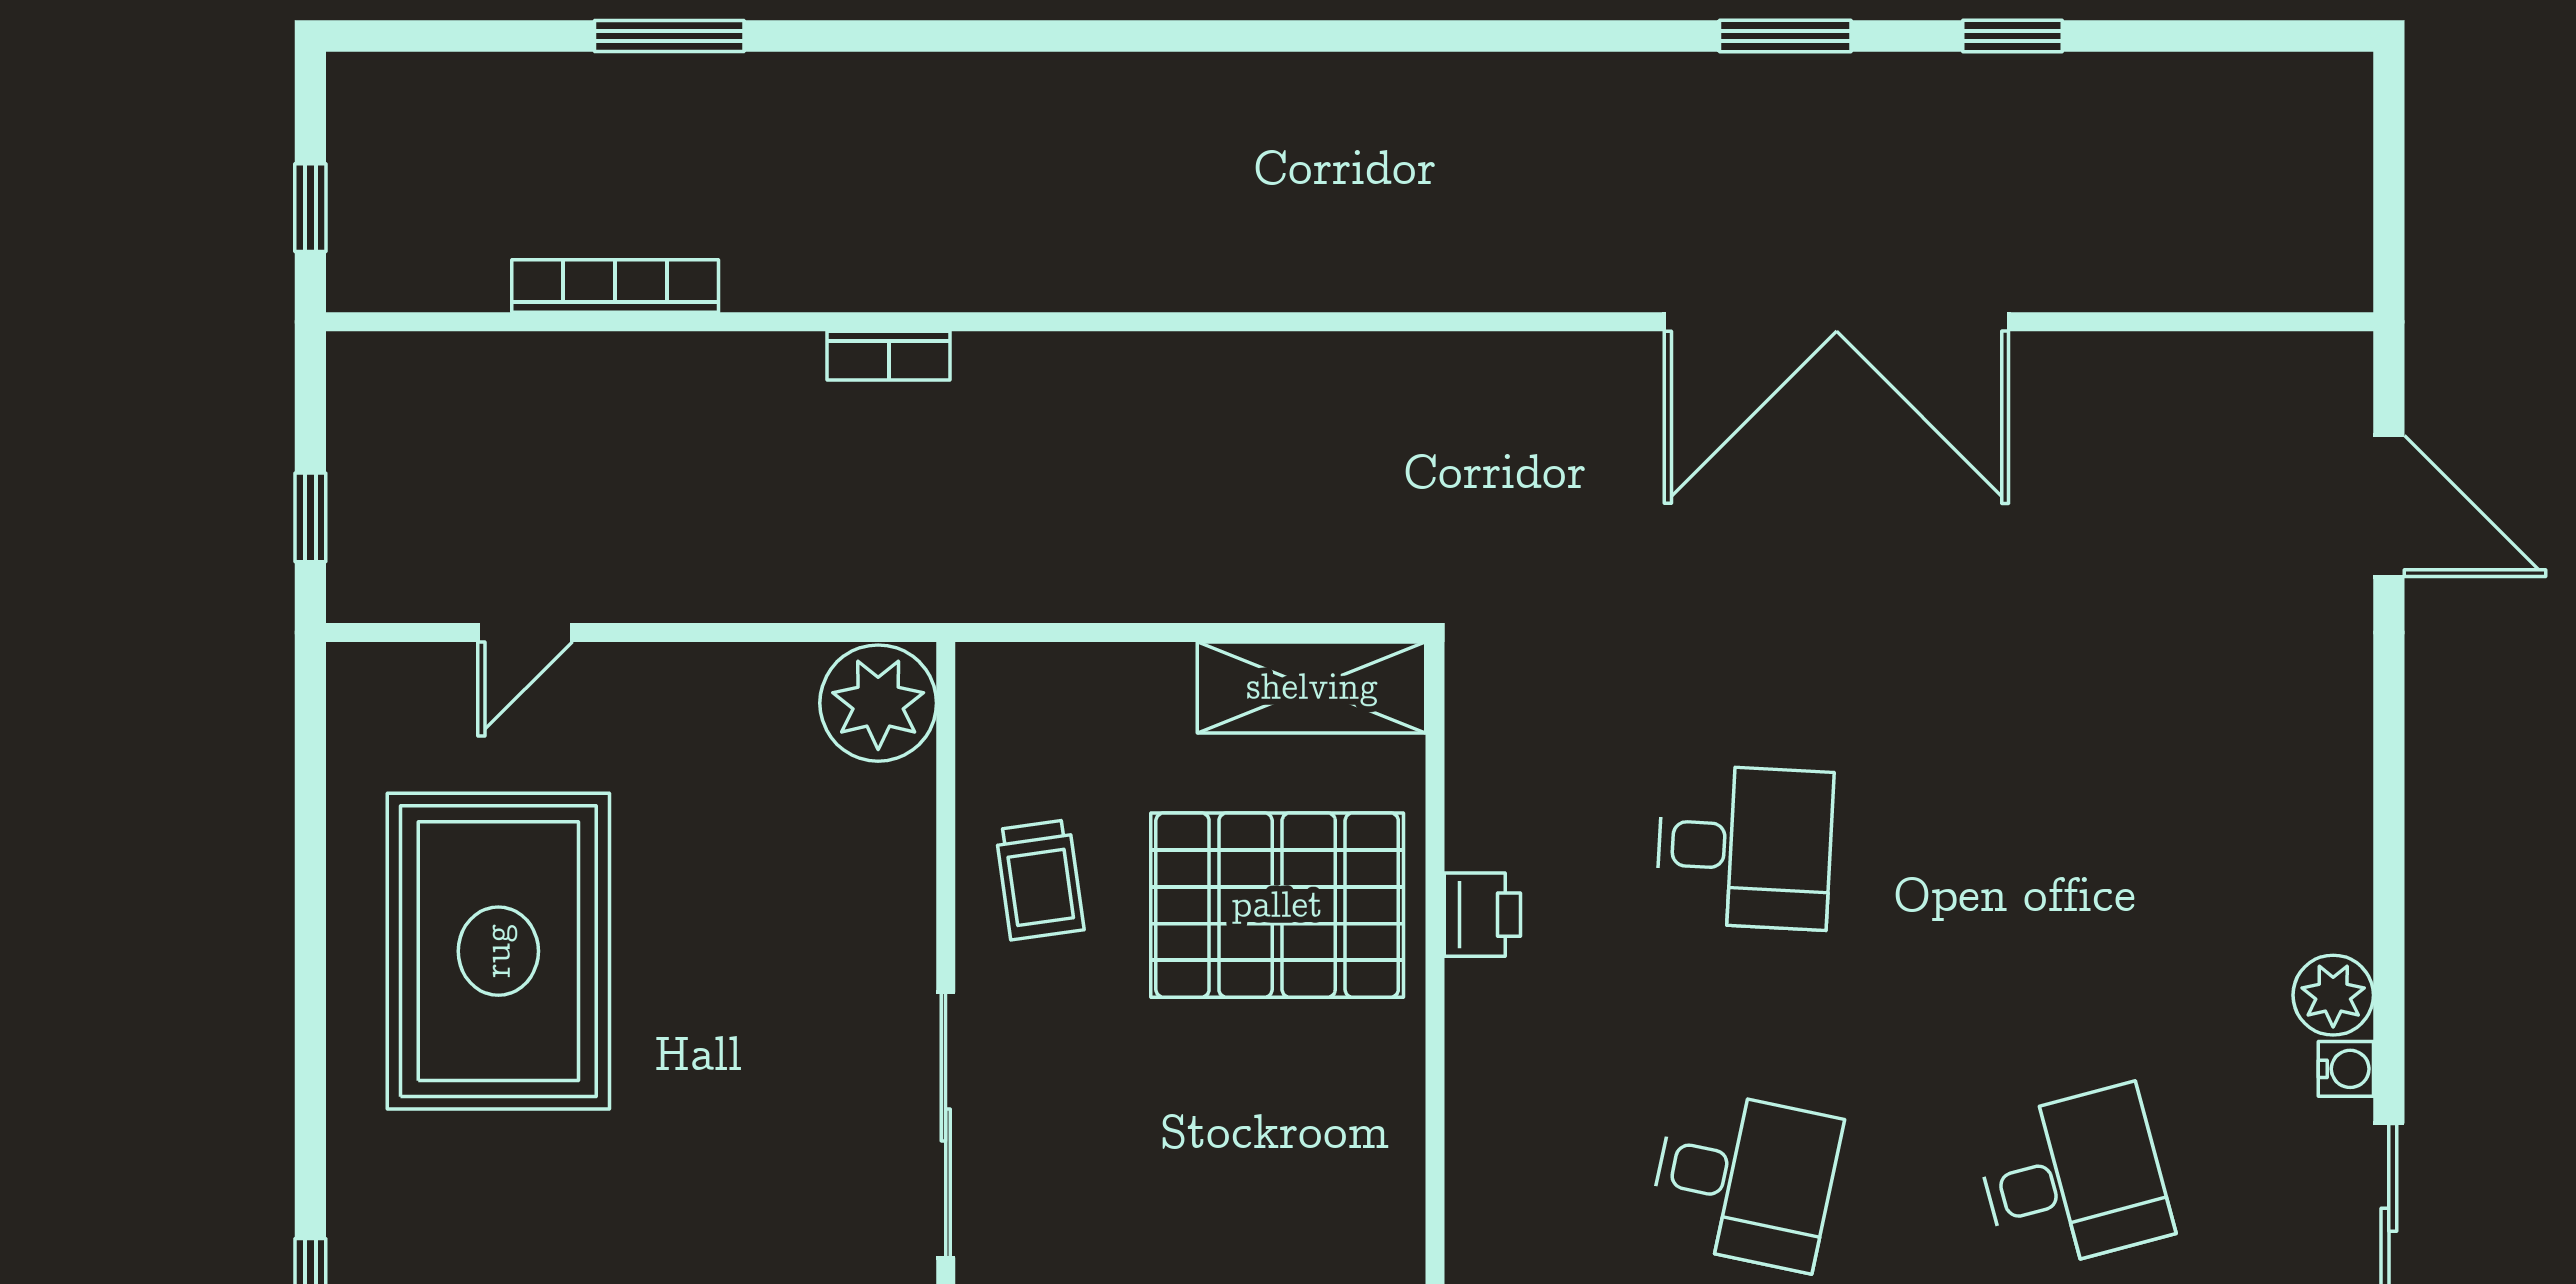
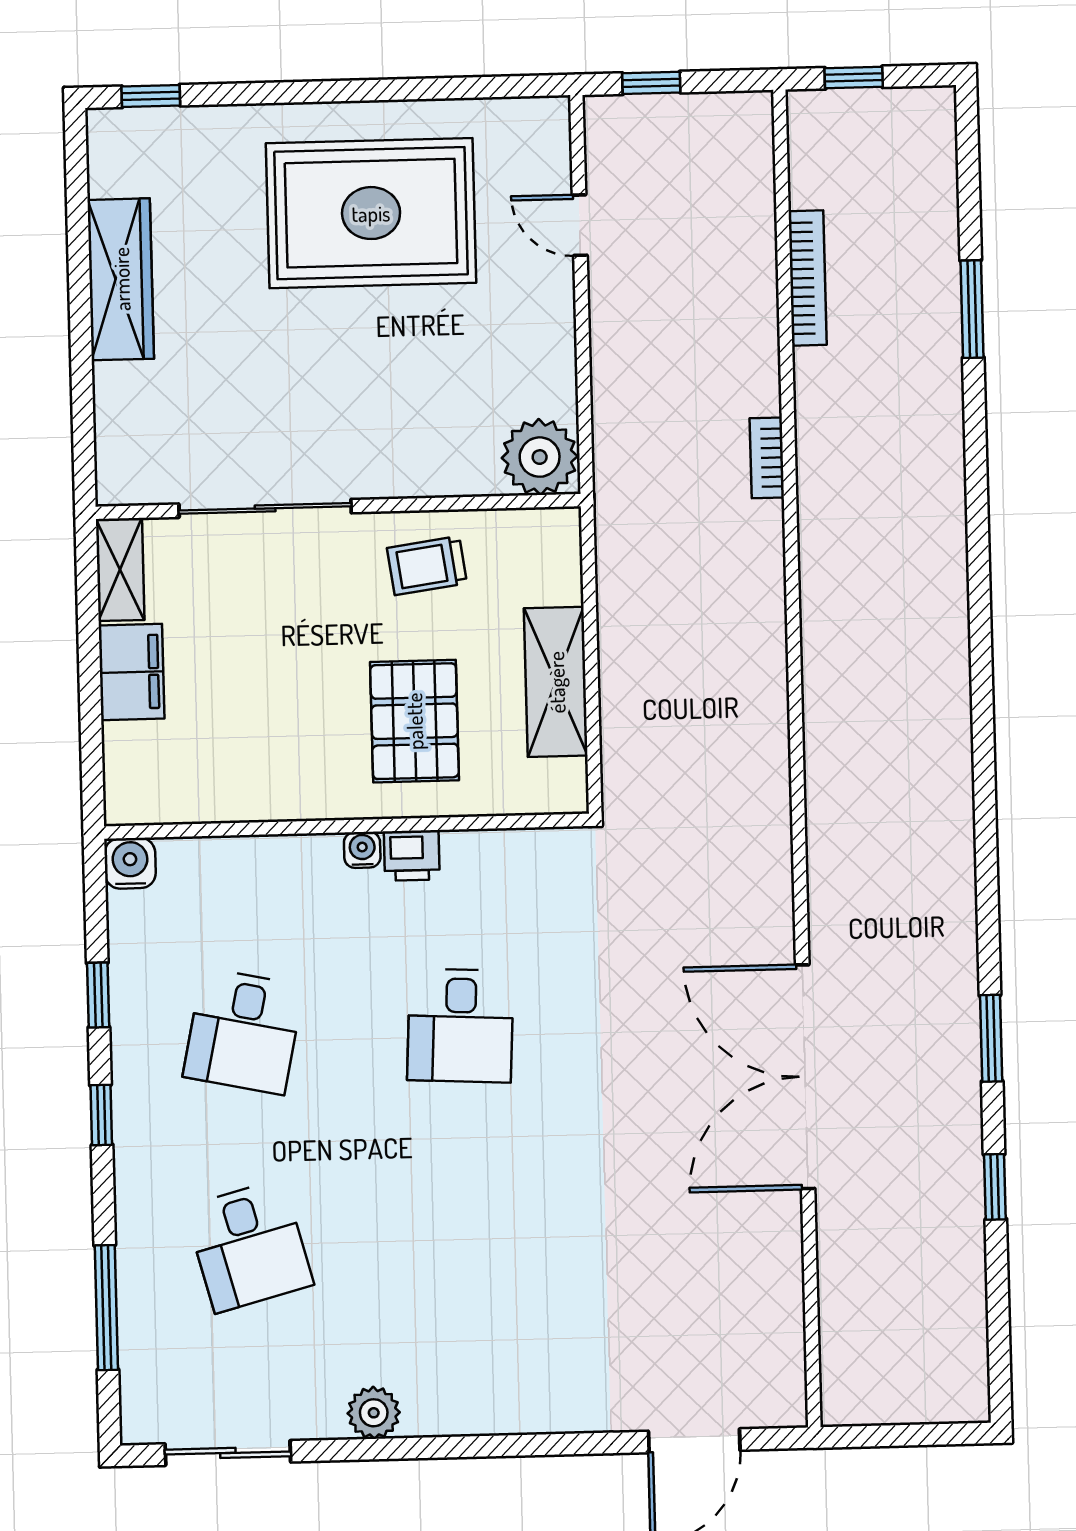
shelving: (1312, 687) -> (556, 682), moved
pallet: (1277, 905) -> (414, 721), width x0.73, depth x0.71
water cooler: (2346, 1069) -> (362, 850), moved, turned 180

